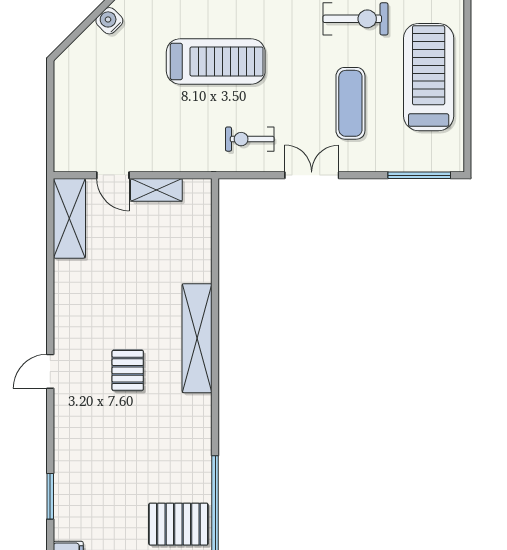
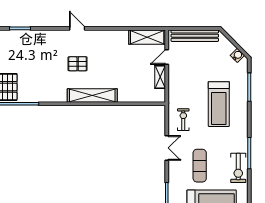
exercise mat: (350, 103) -> (200, 166), turned 90
bench: (66, 114) -> (195, 36), added

